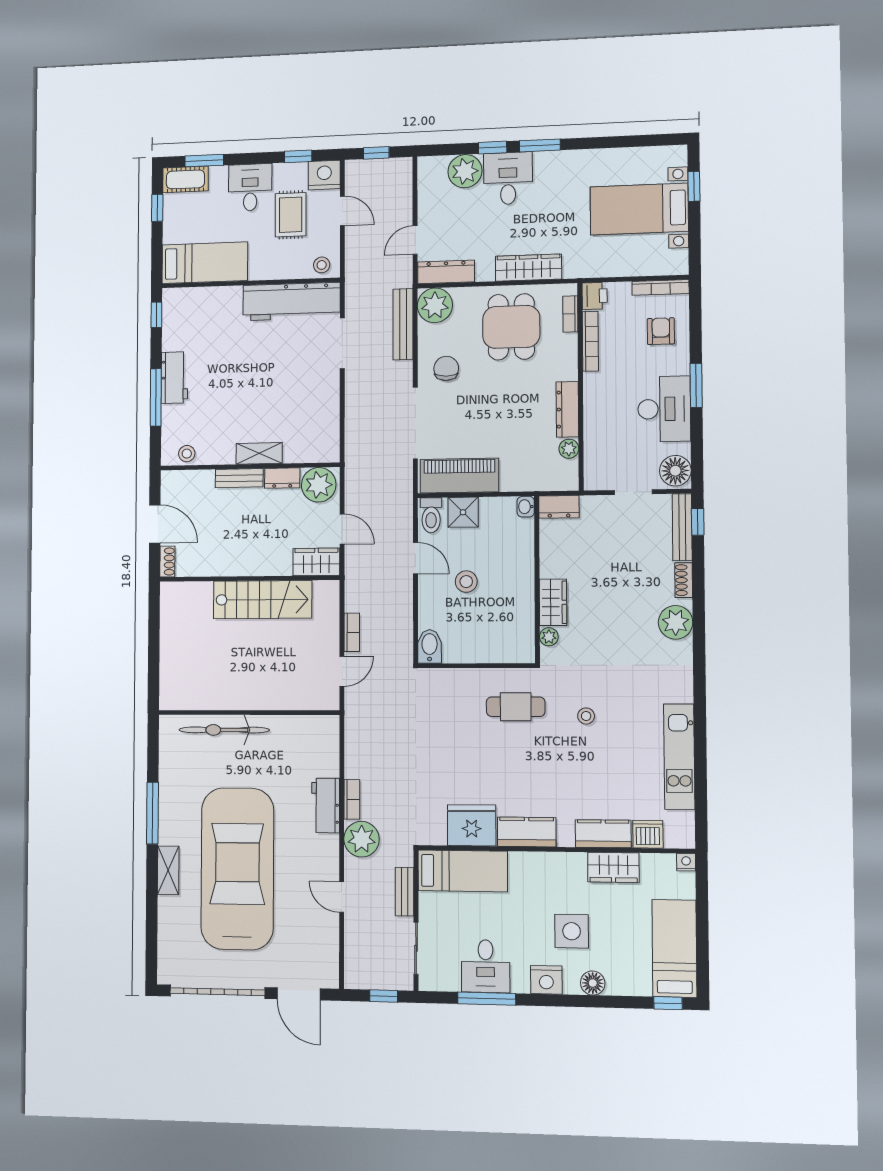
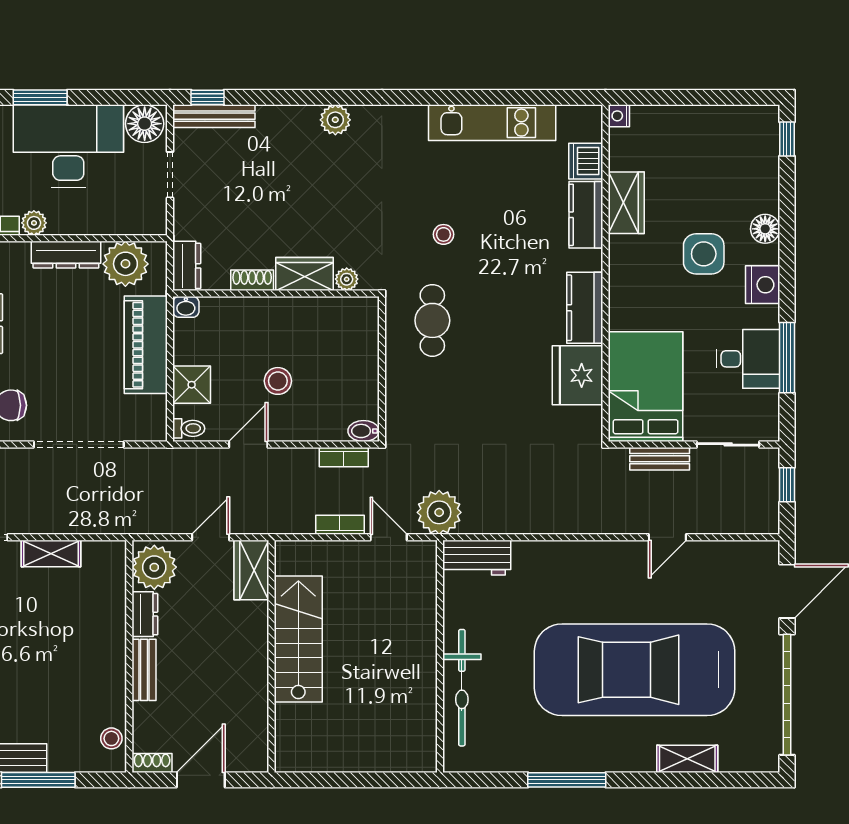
plant: (593, 383) -> (34, 223), added
desk: (664, 409) -> (68, 146), width x1.36, depth x1.30
plant: (569, 449) -> (125, 264), width x1.88, depth x1.88
shelving: (259, 453) -> (51, 554), moved, turned 90
piano: (459, 476) -> (146, 345), moved
toilet: (431, 515) -> (189, 428), width x0.73, depth x0.72
shoe rack: (167, 561) -> (152, 763), moved
shoe rack: (684, 580) -> (252, 280), moved, turned 180
plant: (676, 622) -> (335, 120), width x0.73, depth x0.73
bidet: (430, 646) -> (364, 431), width x0.72, depth x0.74
bookcase: (352, 799) -> (344, 457), moved, turned 180
workbench: (326, 805) -> (477, 558), moved
plant: (362, 839) -> (439, 512), moved
shelving: (168, 870) -> (687, 759), moved
bed: (463, 871) -> (646, 387), width x1.50
bed: (674, 948) -> (722, 131), removed

